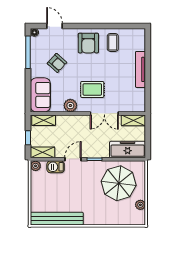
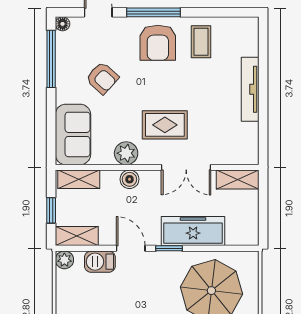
window: (86, 26) -> (154, 12), added
boiler: (72, 120) -> (129, 179), added
freezer: (128, 150) -> (193, 231), moved
door: (73, 159) -> (131, 248), hinge flipped

